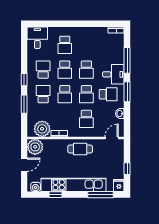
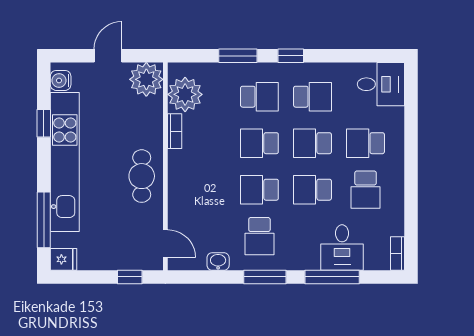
desk: (113, 74) -> (342, 247), moved
school desk: (86, 119) -> (366, 190), moved, turned -90
door: (24, 165) -> (108, 56), swing flipped
window: (127, 169) -> (130, 277), moved

